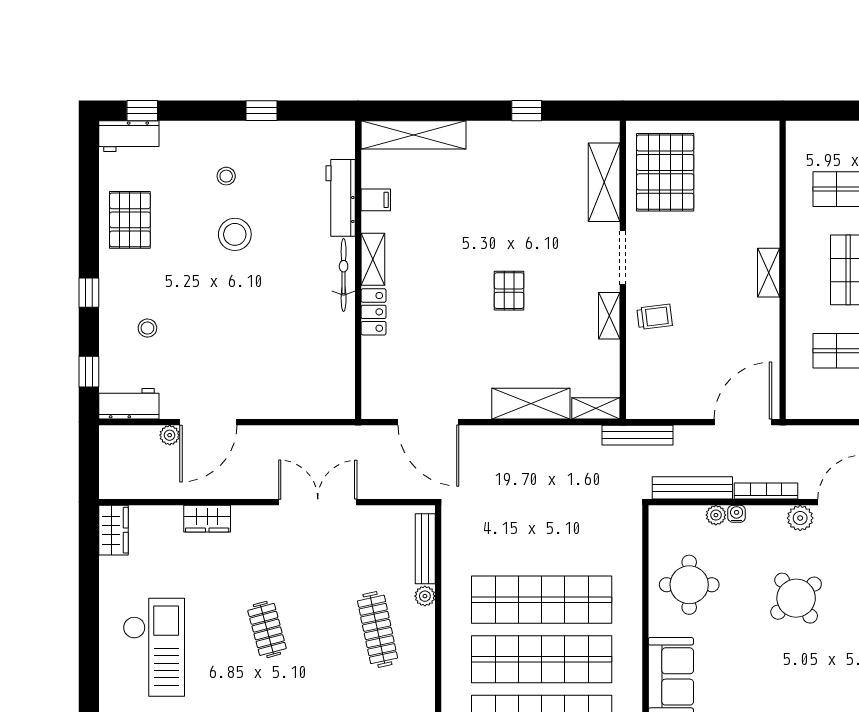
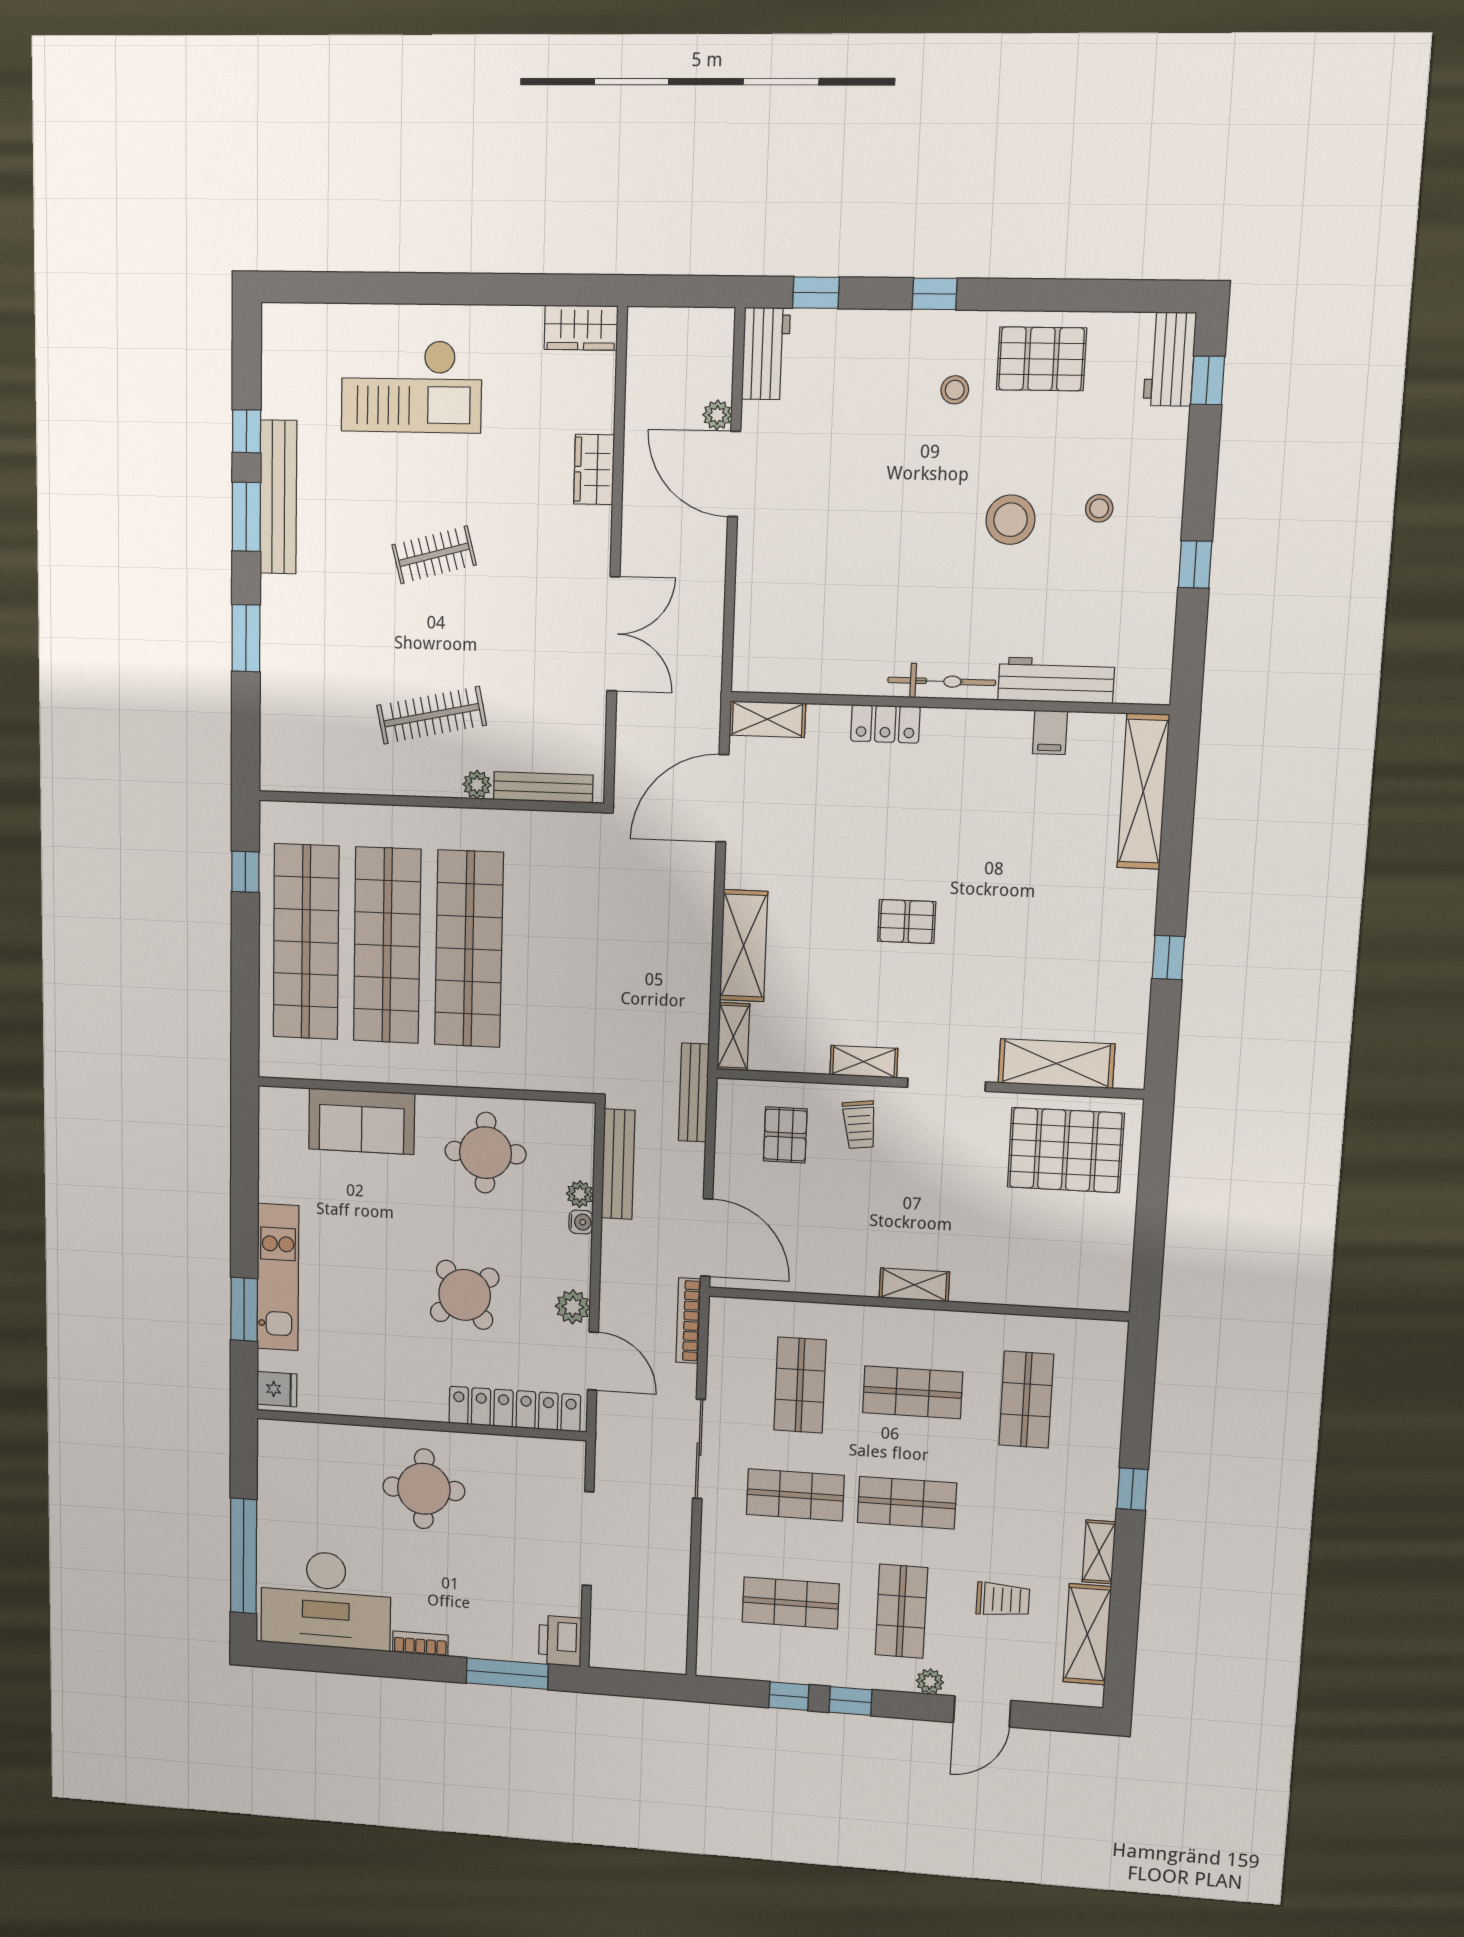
shelving: (373, 259) -> (767, 719), moved
stool: (147, 328) -> (955, 390), moved
pallet: (665, 369) -> (785, 1135), added
bookcase: (766, 491) -> (688, 1321), moved, turned 180

